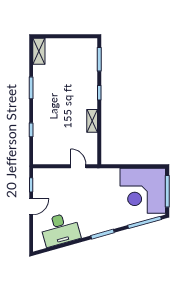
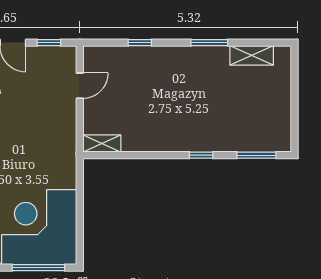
shelving: (39, 51) -> (252, 55), moved
shelving: (92, 121) -> (102, 144), moved
door: (78, 166) -> (80, 86), moved

